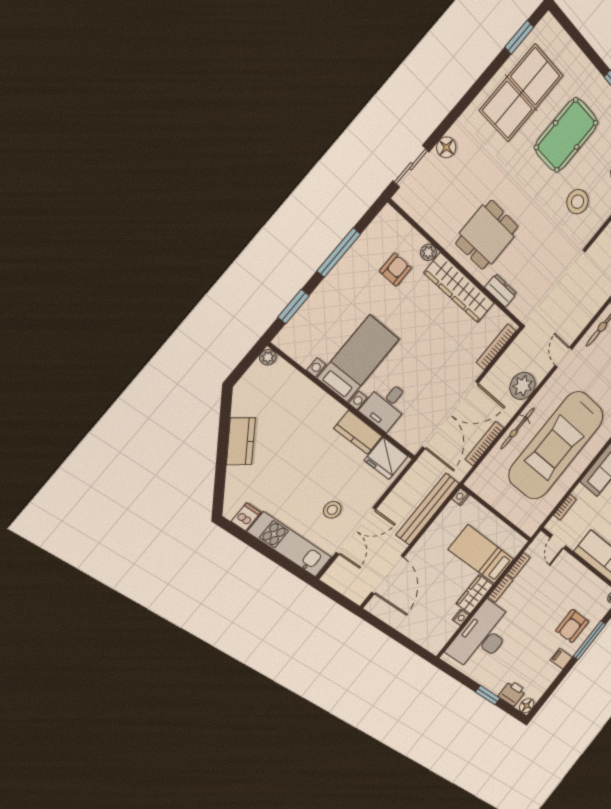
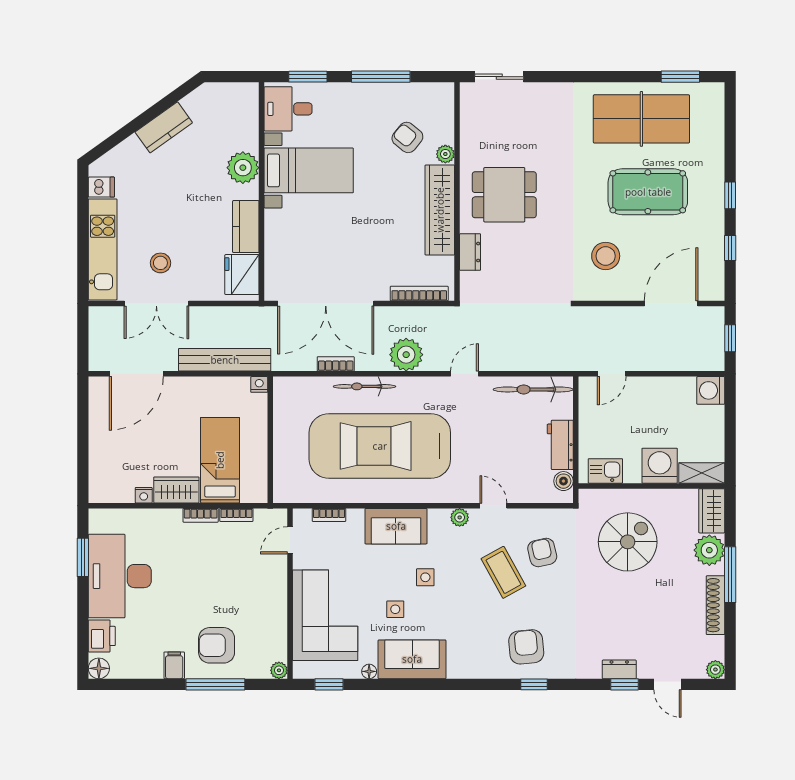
floor lamp: (446, 147) -> (540, 93), removed
armchair: (395, 270) -> (407, 137), turned -141
plant: (268, 357) -> (243, 168), moved, width x1.88, depth x1.88
desk: (386, 405) -> (288, 109), moved
bookcase: (484, 444) -> (336, 364), width x0.64
desk: (482, 637) -> (120, 576), moved, turned -90
window: (488, 695) -> (83, 557), moved

